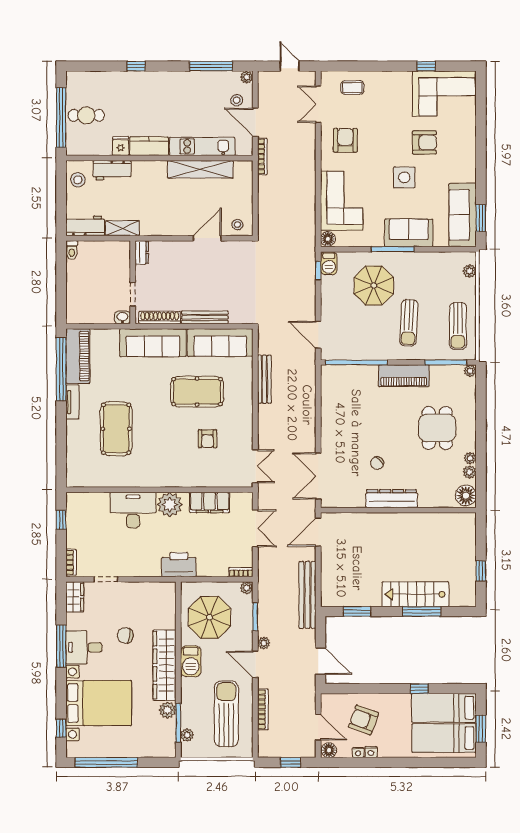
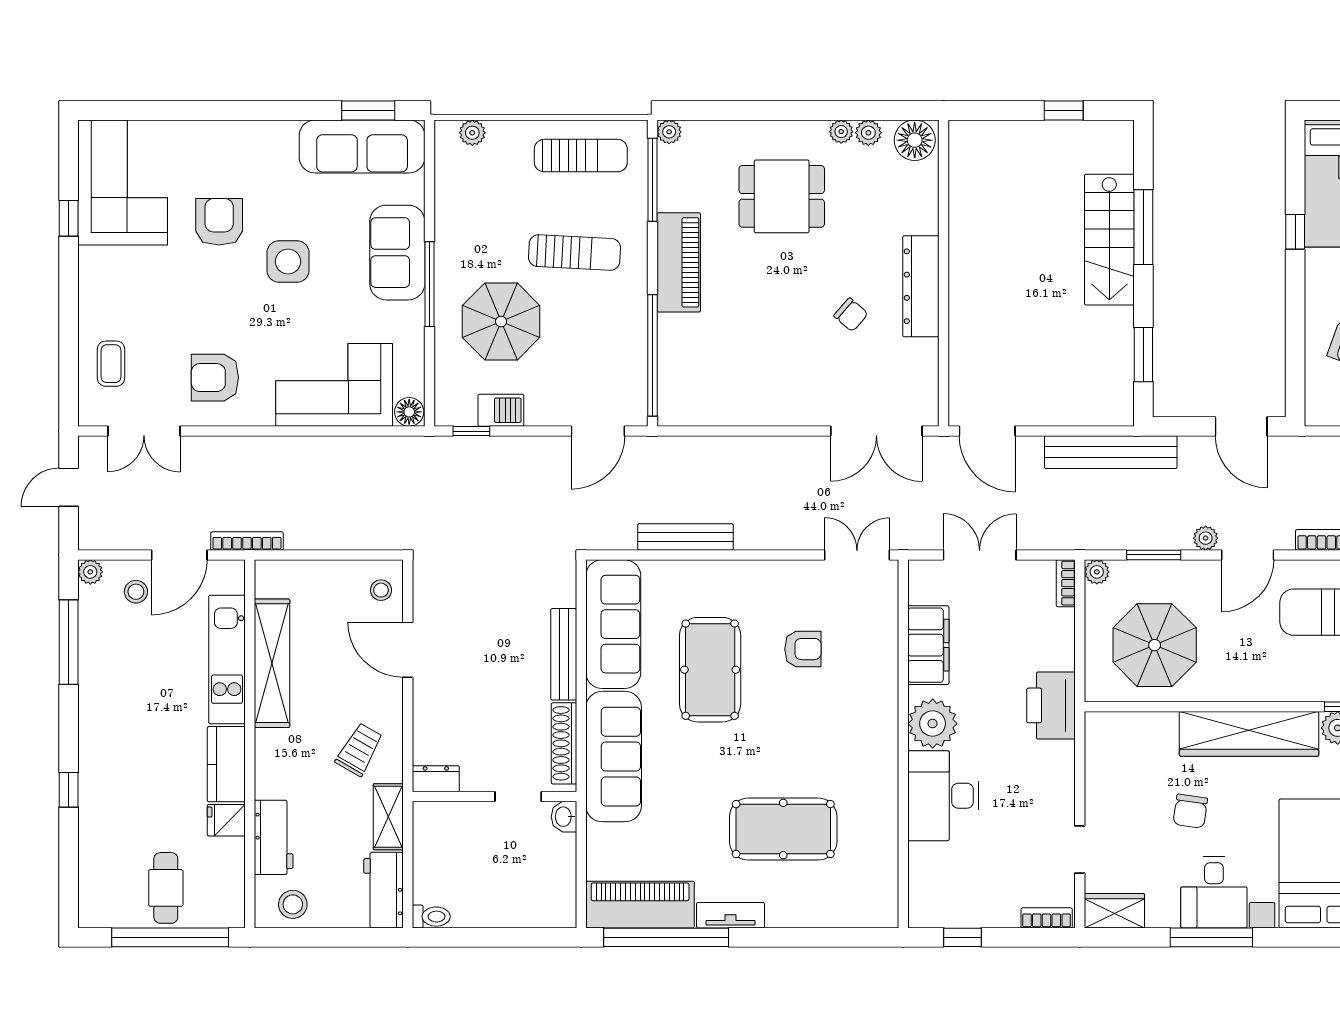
trolley: (157, 214) -> (359, 750), added
barbecue: (329, 263) -> (501, 410), moved
barbecue: (191, 661) -> (1241, 682), removed
door: (321, 661) -> (1241, 426), swing flipped

